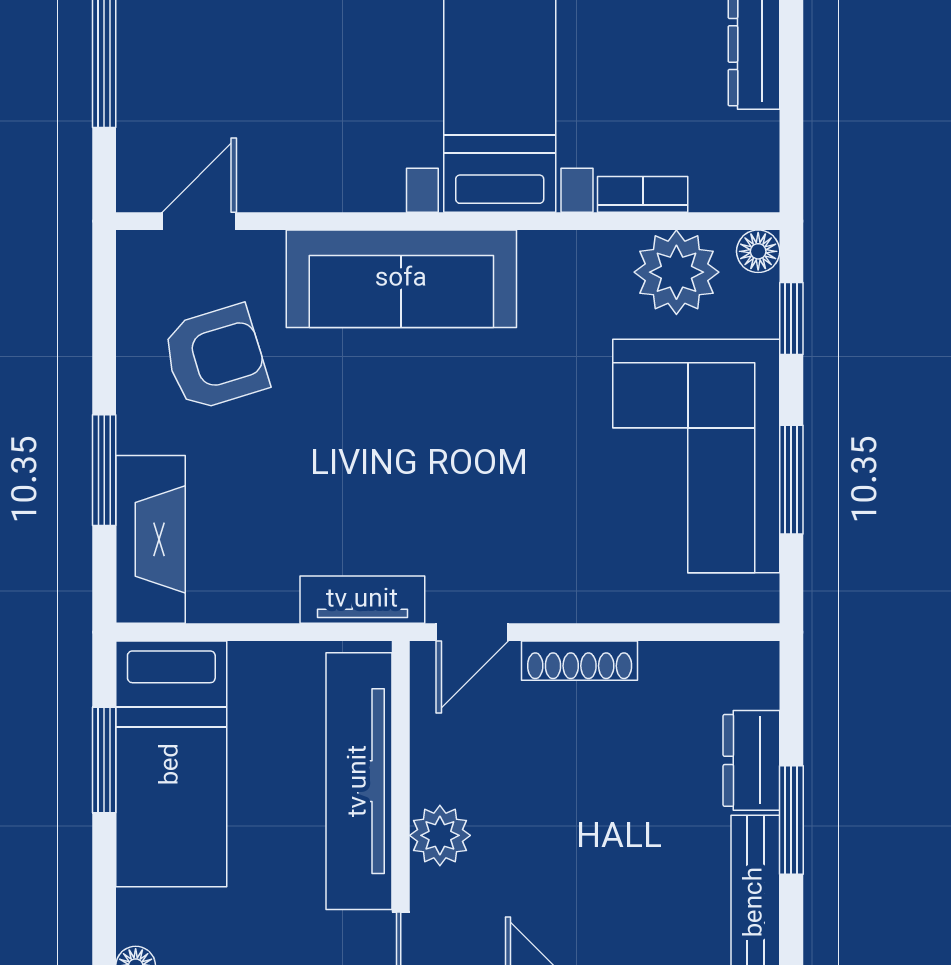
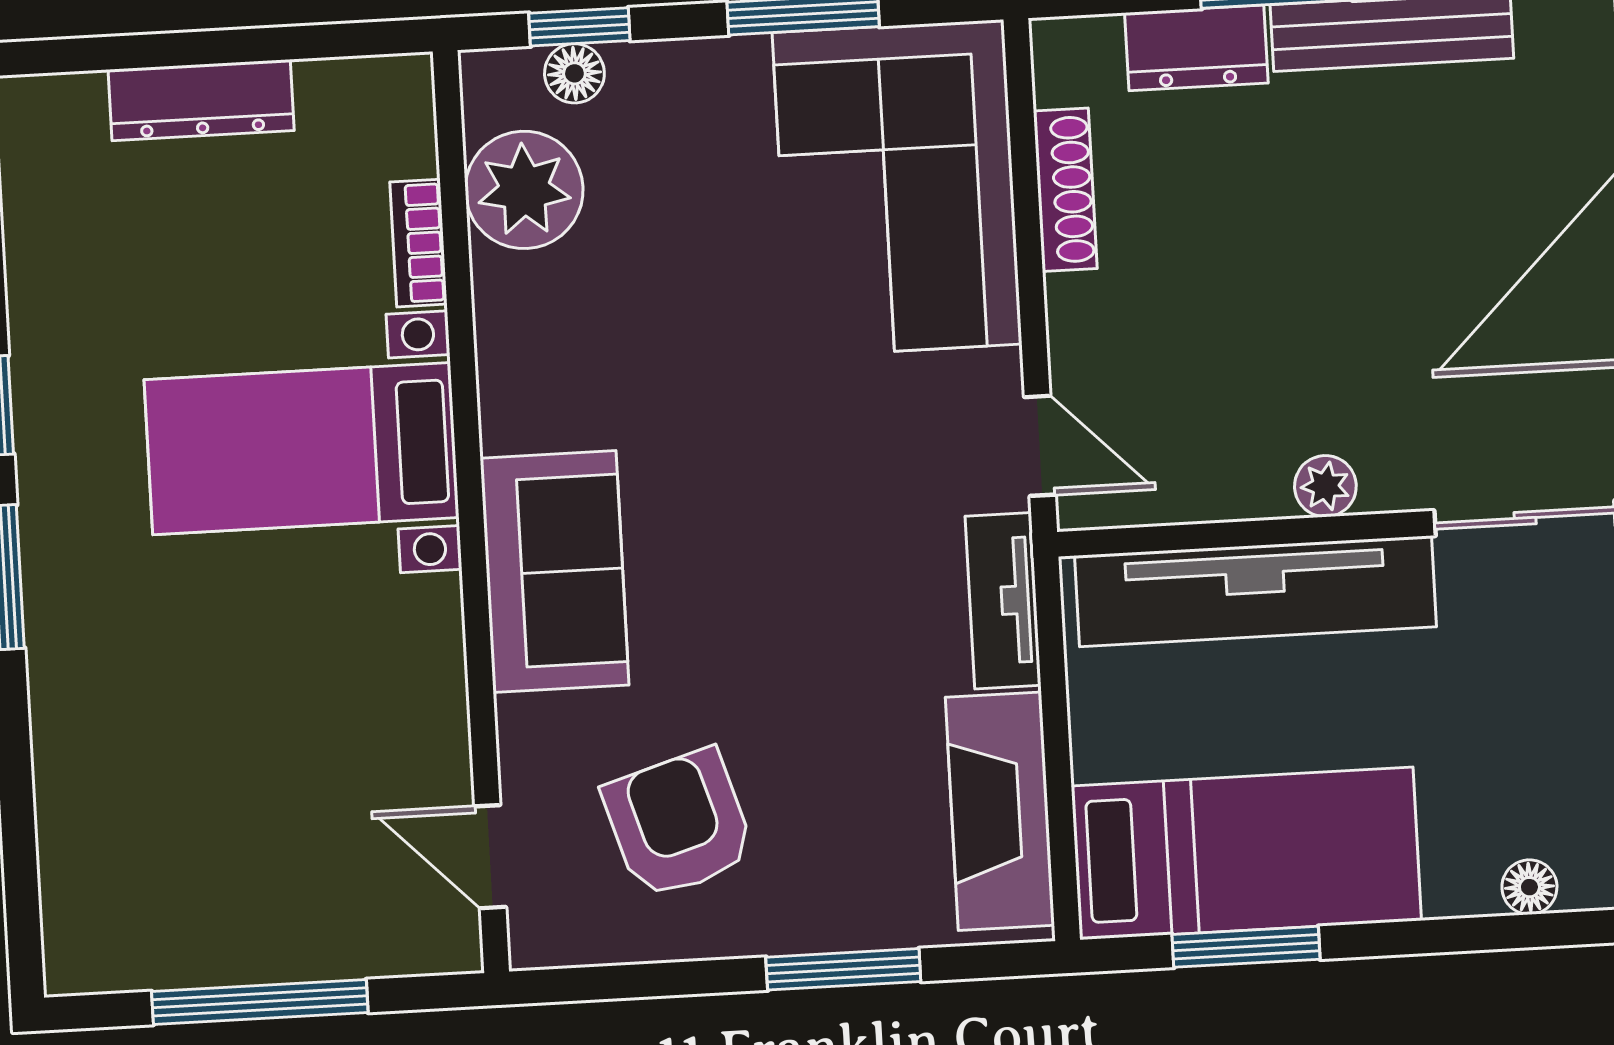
floor lamp: (758, 251) -> (574, 73), moved
sofa: (401, 279) -> (555, 572), width x0.73
corner sofa: (696, 456) -> (897, 188), moved, turned 90
fireplace: (151, 539) -> (1000, 811), moved, turned -90
shoe rack: (580, 661) -> (1065, 190), moved
plant: (440, 835) -> (1325, 486), width x0.73, depth x0.73

